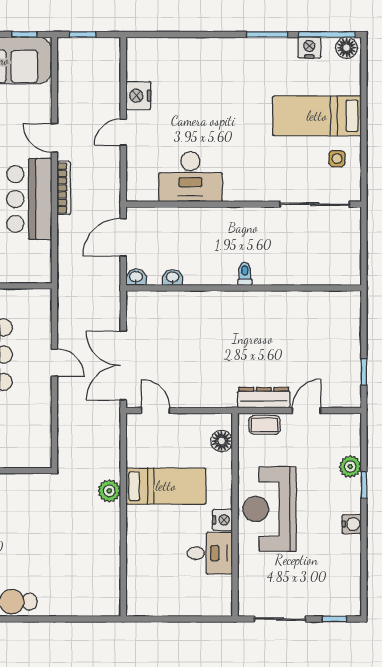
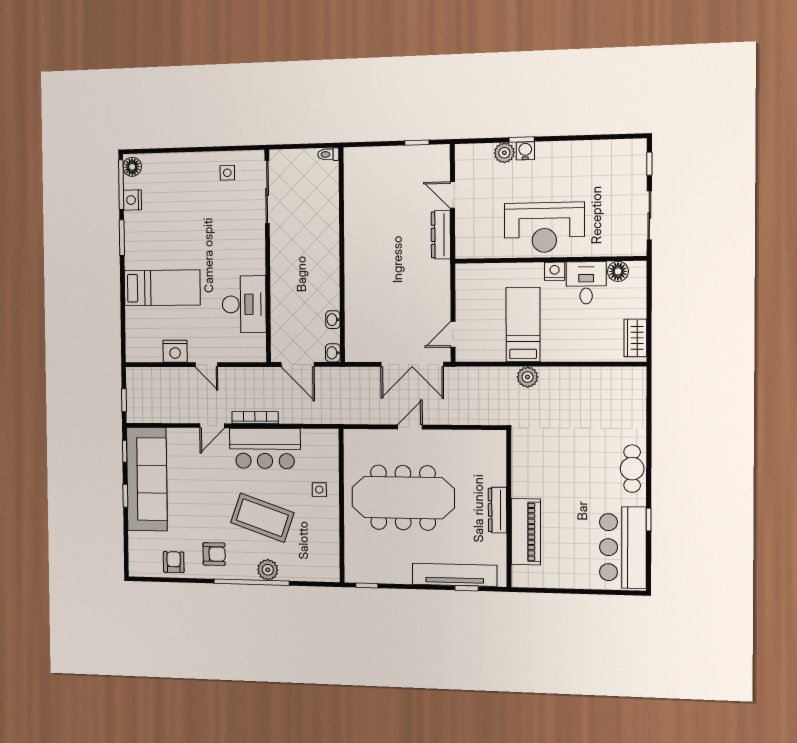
bed: (317, 116) -> (162, 288), moved, turned -90
toilet: (245, 274) -> (328, 154), moved
coffee table: (265, 425) -> (466, 234), removed
floor lamp: (222, 441) -> (618, 271), moved
water cooler: (352, 524) -> (525, 151), moved
wardrobe: (151, 605) -> (635, 338), added

